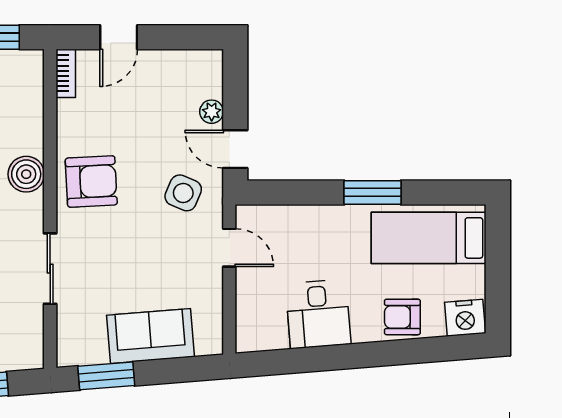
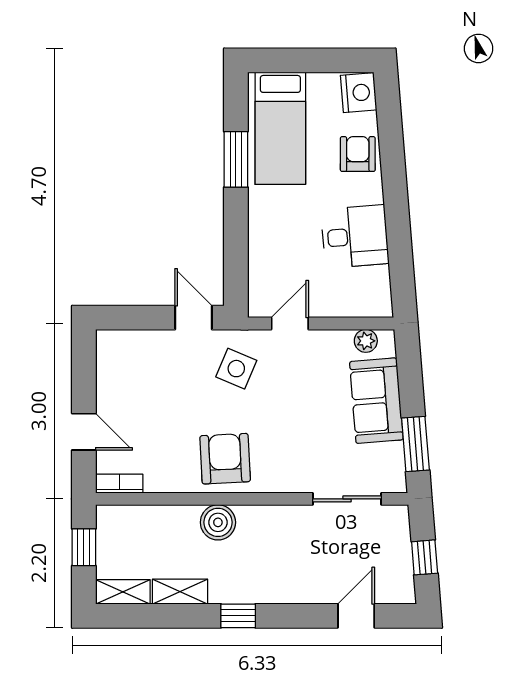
plant: (212, 112) -> (366, 341), moved
door: (235, 149) -> (193, 318), swing flipped
window: (372, 192) -> (236, 159), moved
sliding door: (50, 269) -> (347, 499), moved
armchair: (402, 317) -> (358, 154), turned 180

